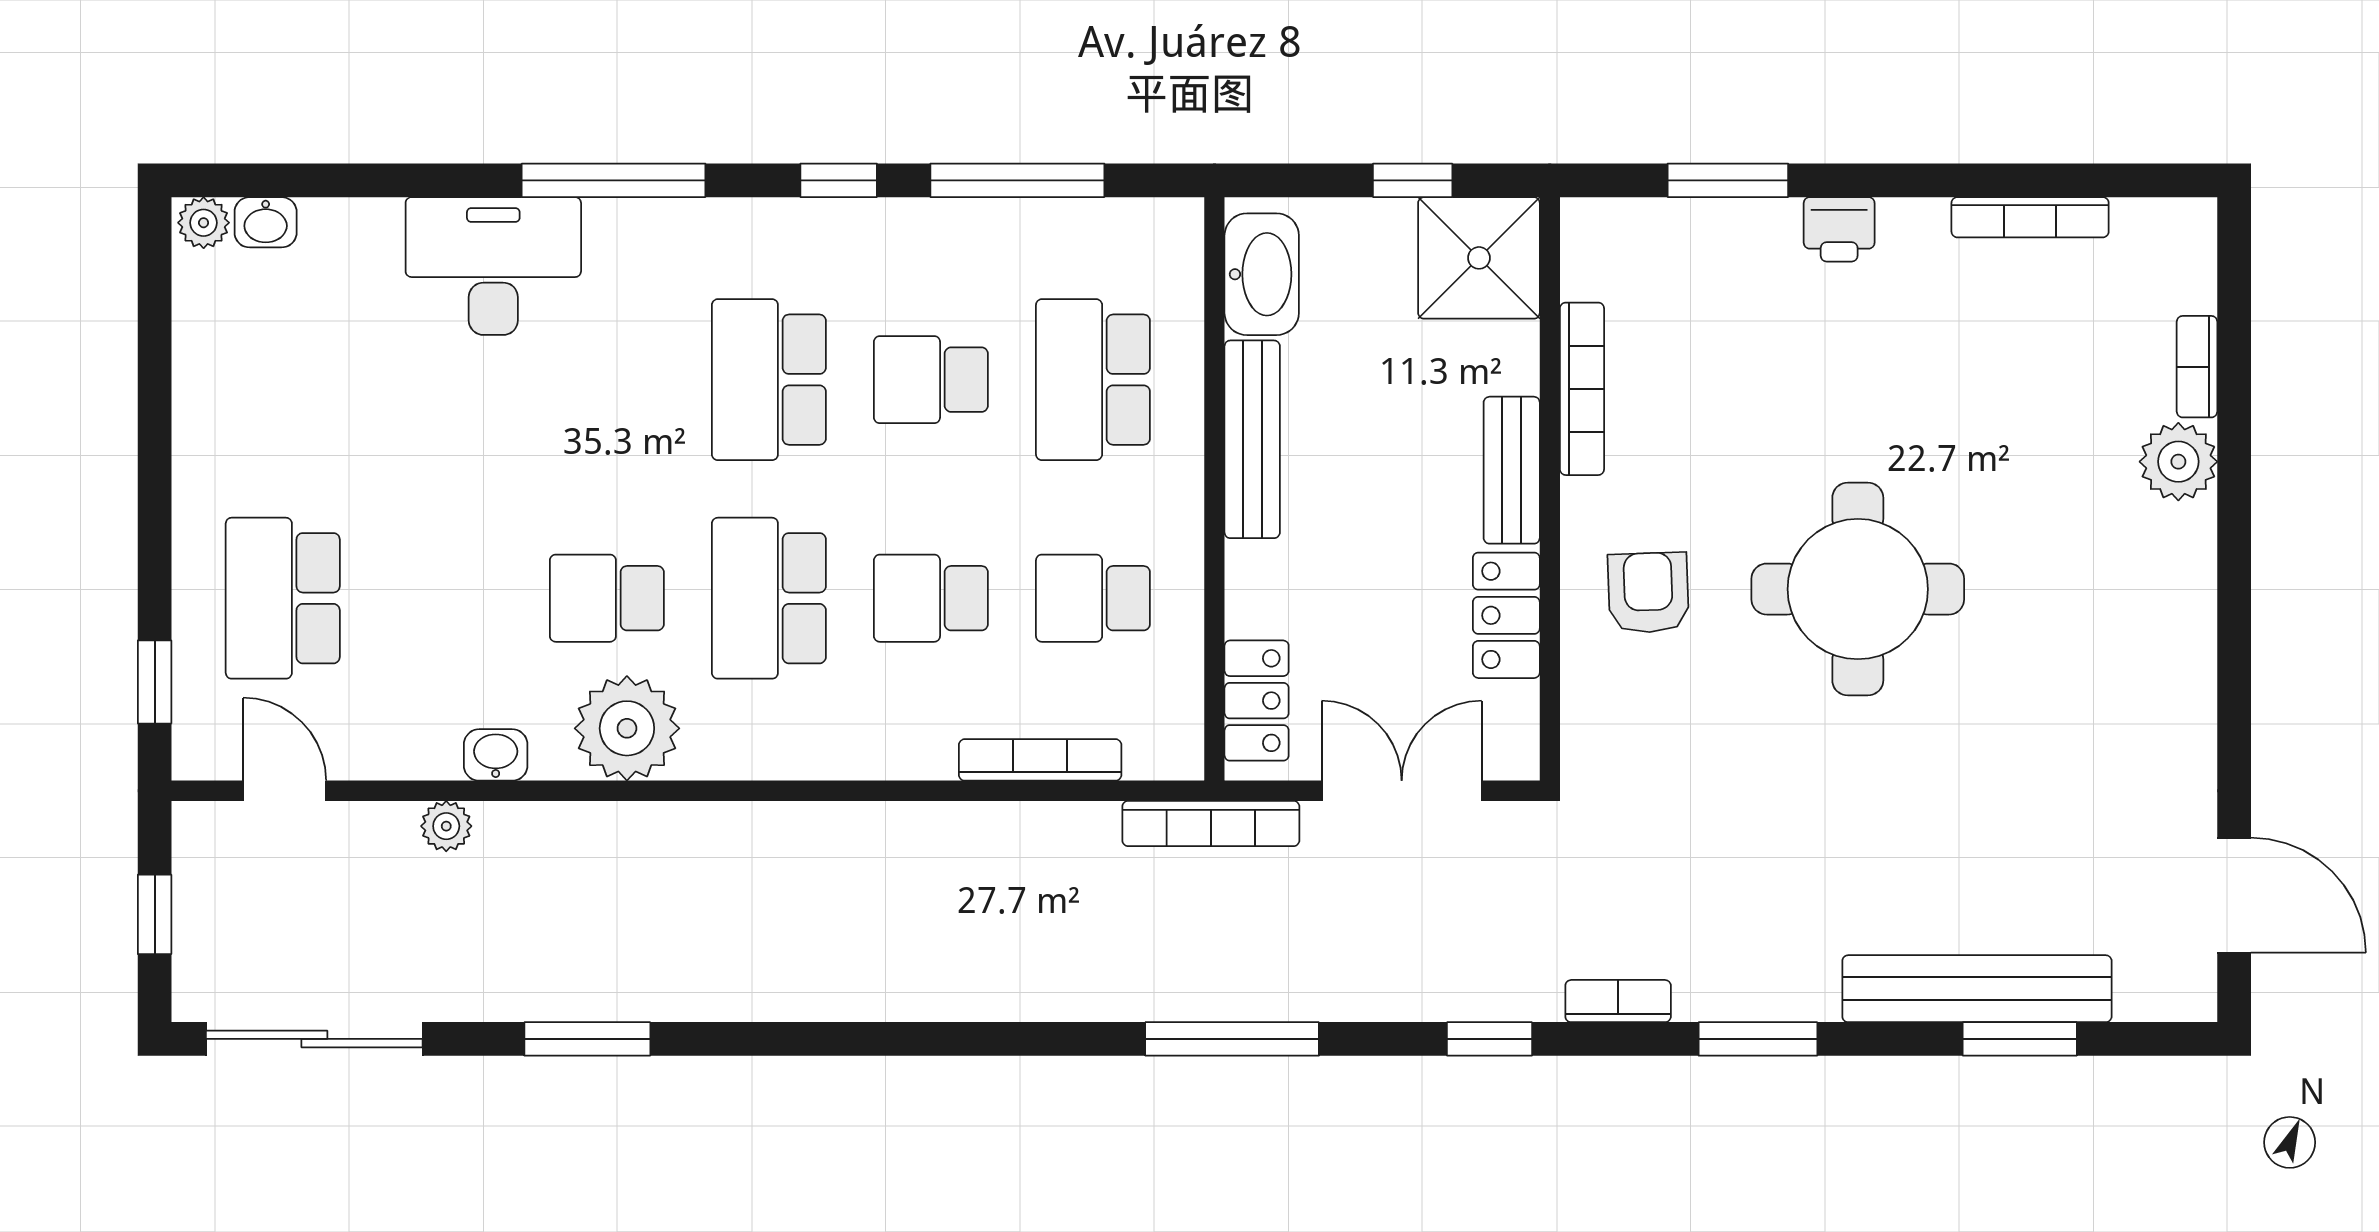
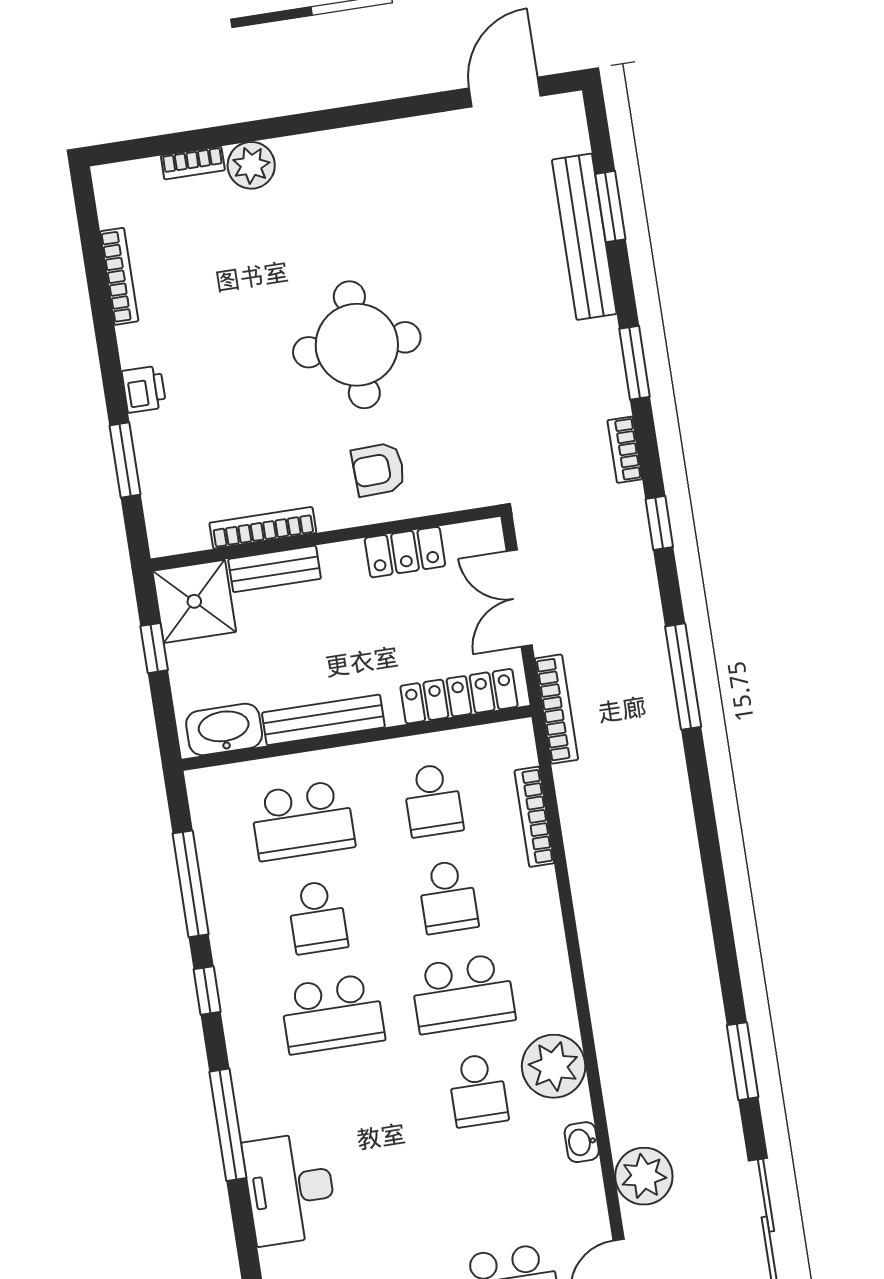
bench: (1512, 470) -> (275, 569), moved
locker: (1257, 701) -> (459, 696), width x1.53
plant: (446, 826) -> (644, 1176), width x1.88, depth x1.88

